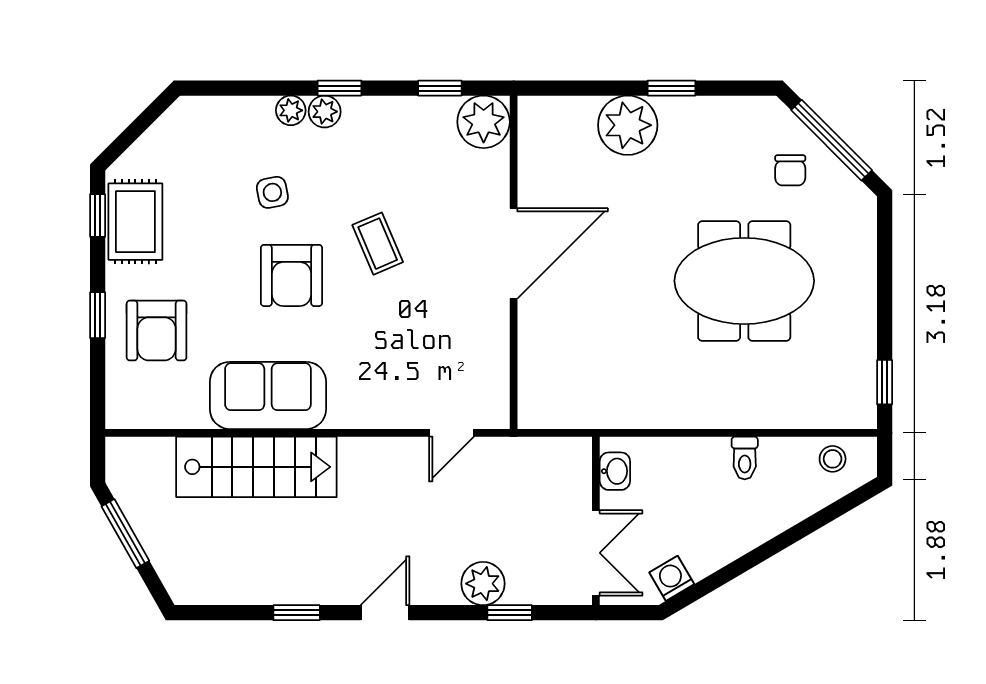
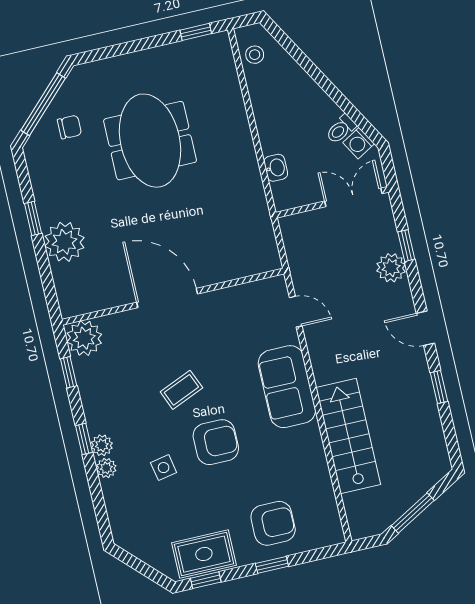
sofa: (268, 395) -> (287, 387), moved
toilet: (745, 458) -> (341, 129), moved, turned 150
washbasin: (615, 471) -> (276, 168), moved, turned 90

